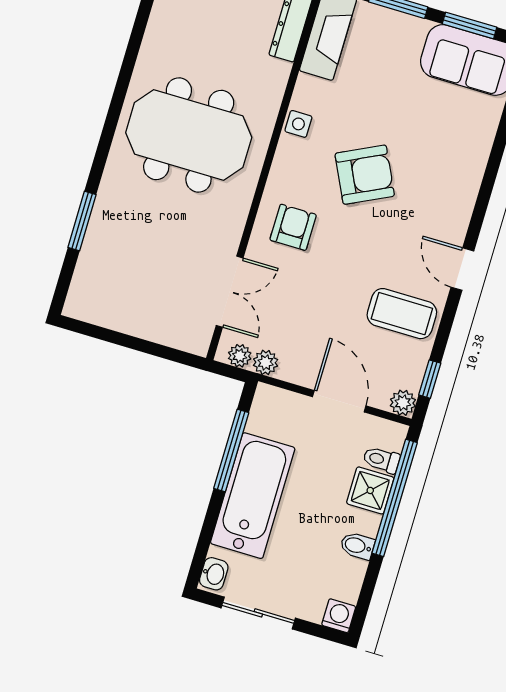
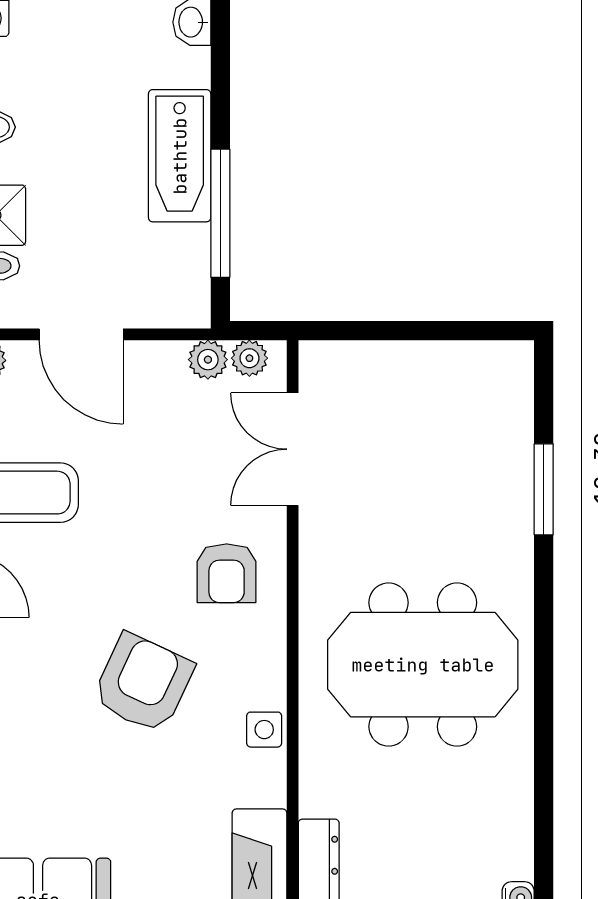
armchair: (365, 175) -> (143, 683), turned 141
bathtub: (253, 496) -> (180, 156), width x0.73, depth x0.73

